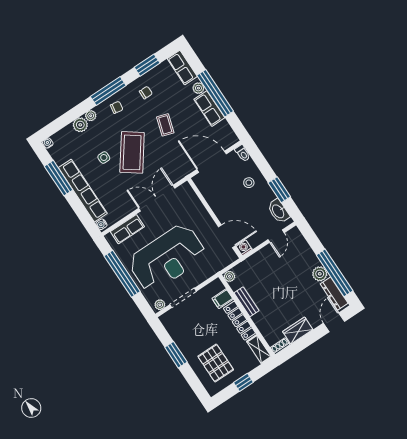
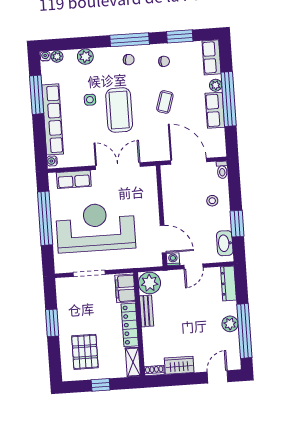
plant: (91, 116) -> (57, 56), moved
coffee table: (132, 152) -> (119, 110), turned -36
door: (276, 236) -> (193, 266), moved
reception desk: (167, 258) -> (96, 227), turned 180
plant: (229, 276) -> (150, 283), width x1.87, depth x1.87
dresser: (334, 294) -> (228, 283), moved
filing cabinet: (223, 299) -> (125, 288), width x2.00
plant: (160, 305) -> (64, 267), removed

